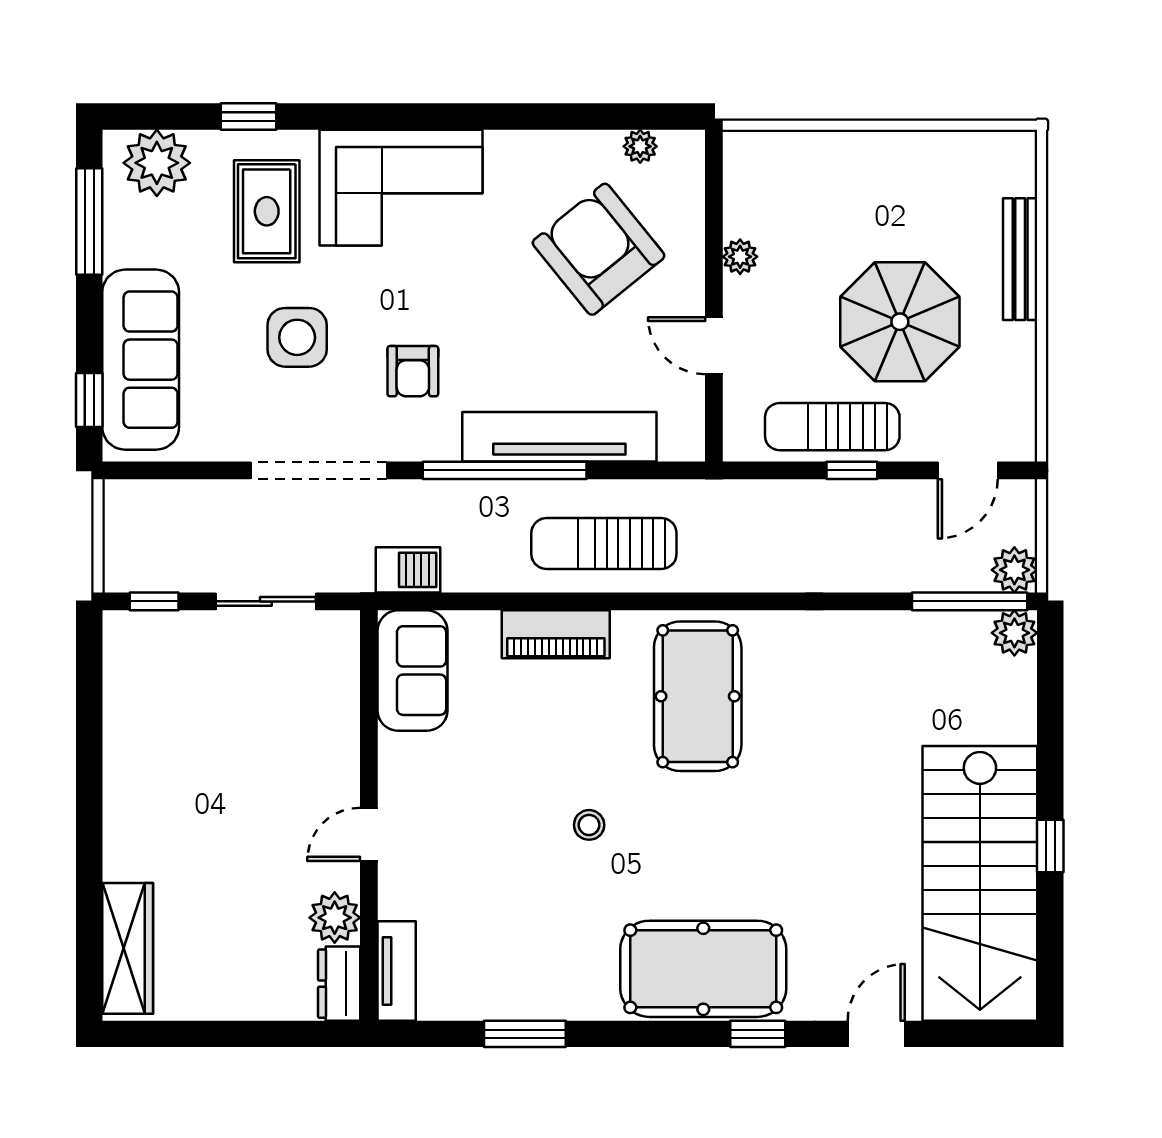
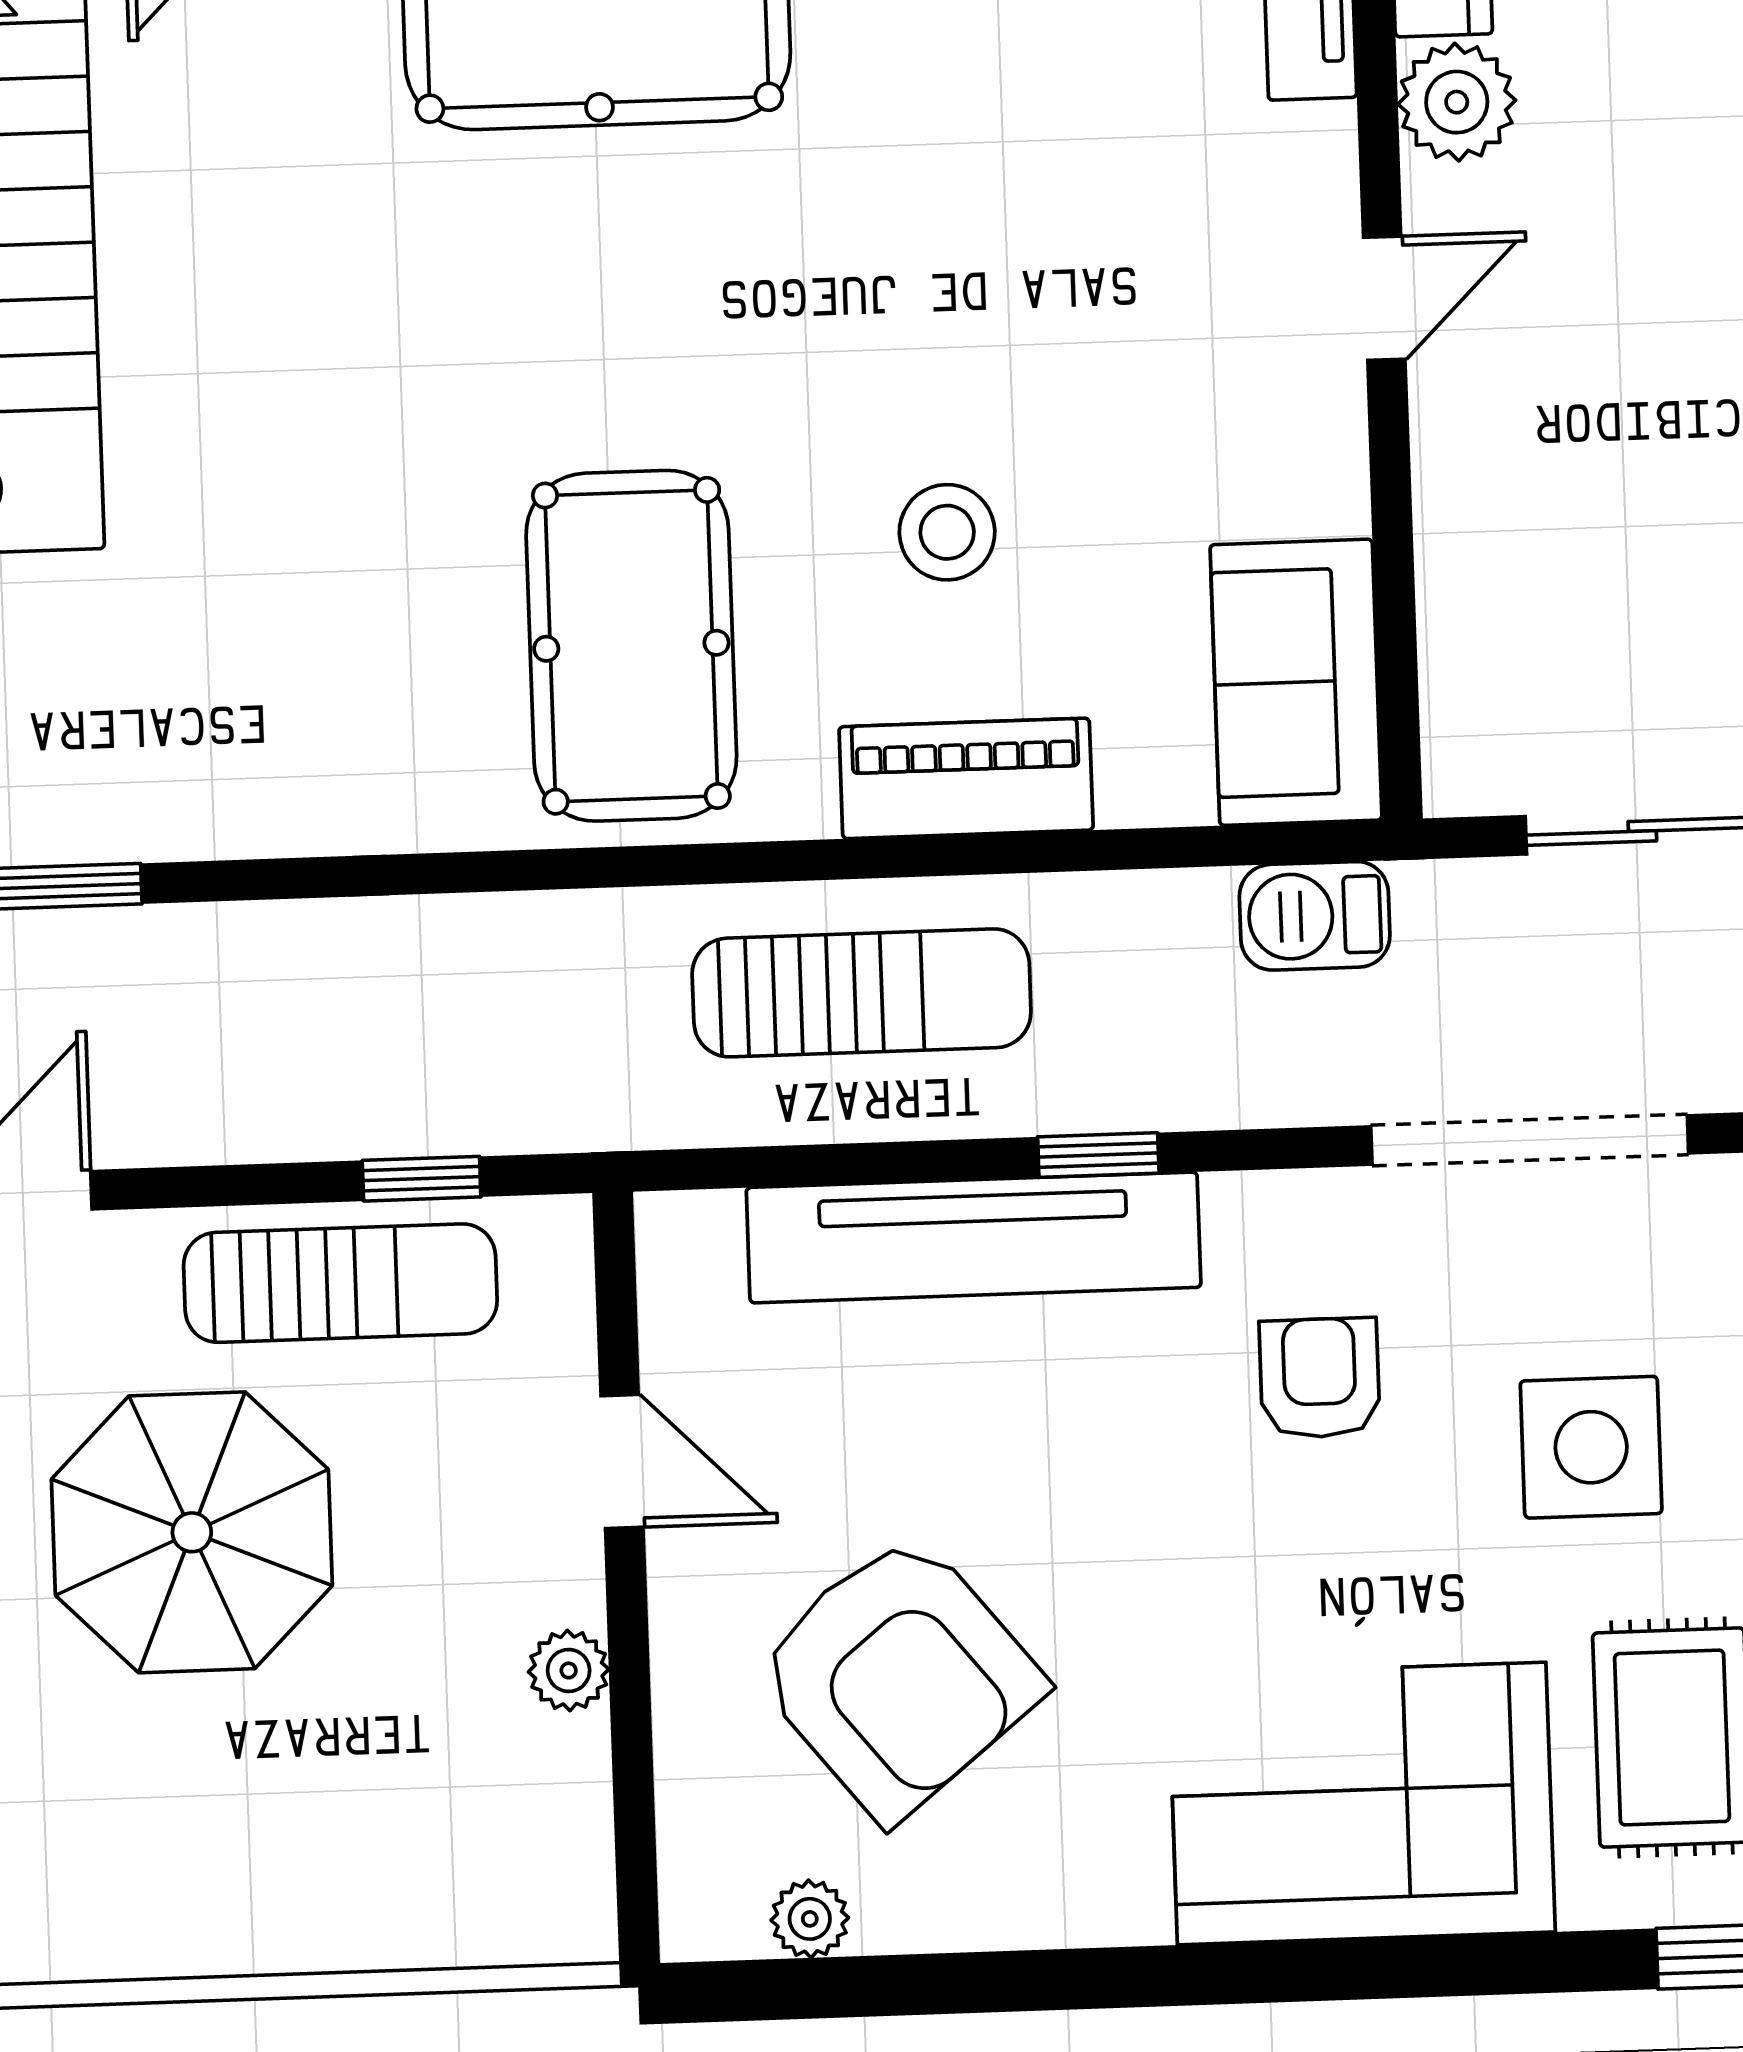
window: (505, 470) -> (1098, 1155), width x0.32
window: (852, 470) -> (422, 1179), moved
stool: (589, 825) -> (947, 532), moved, width x1.37, depth x1.37

